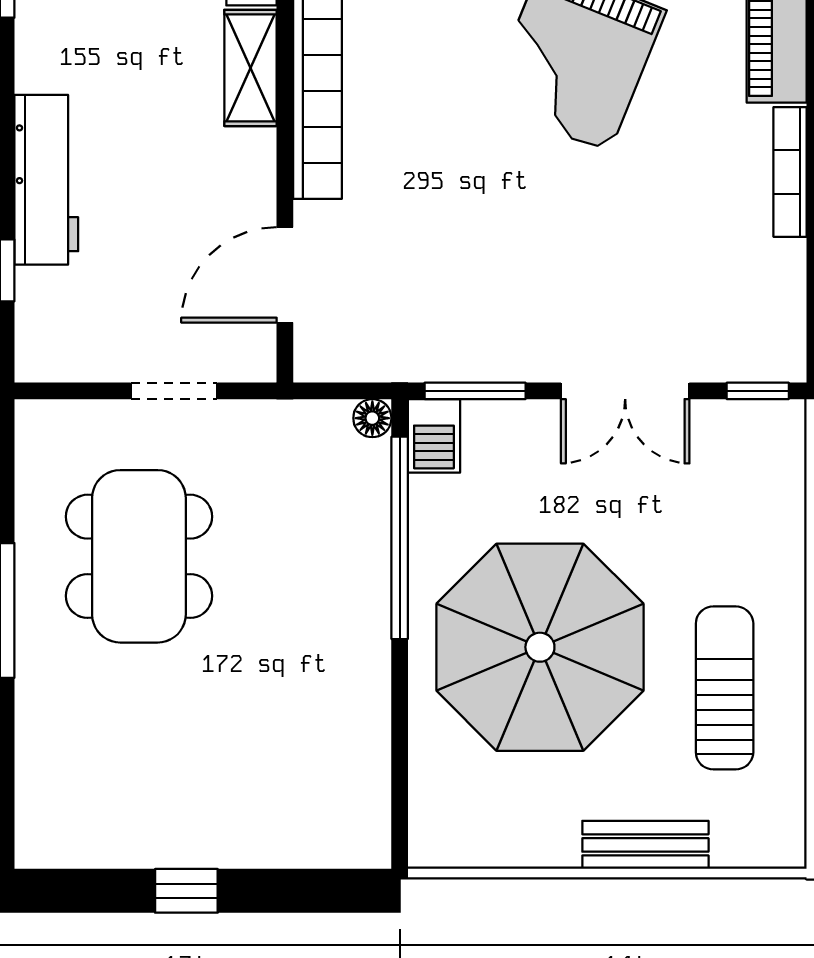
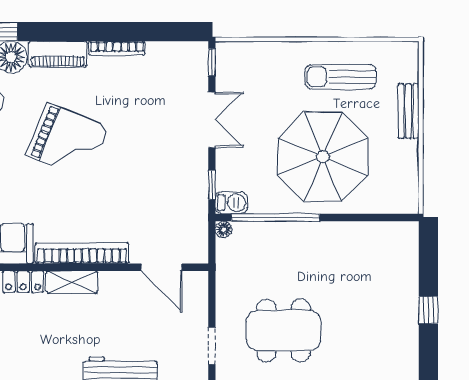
doorway: (174, 391) -> (212, 346), moved
window: (475, 391) -> (212, 185), width x0.67

